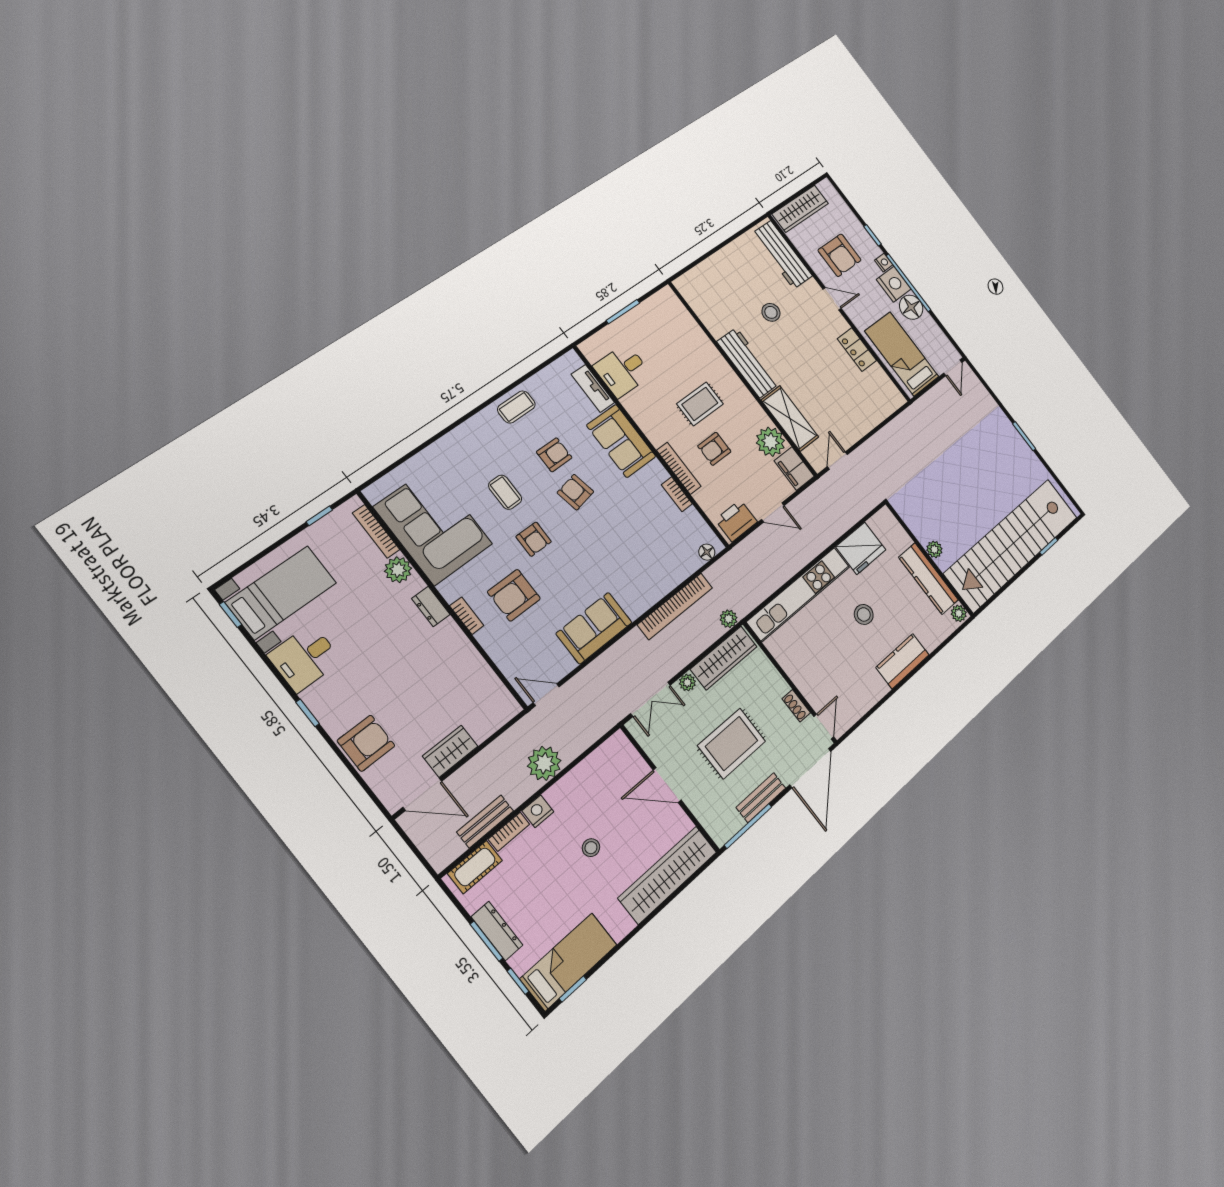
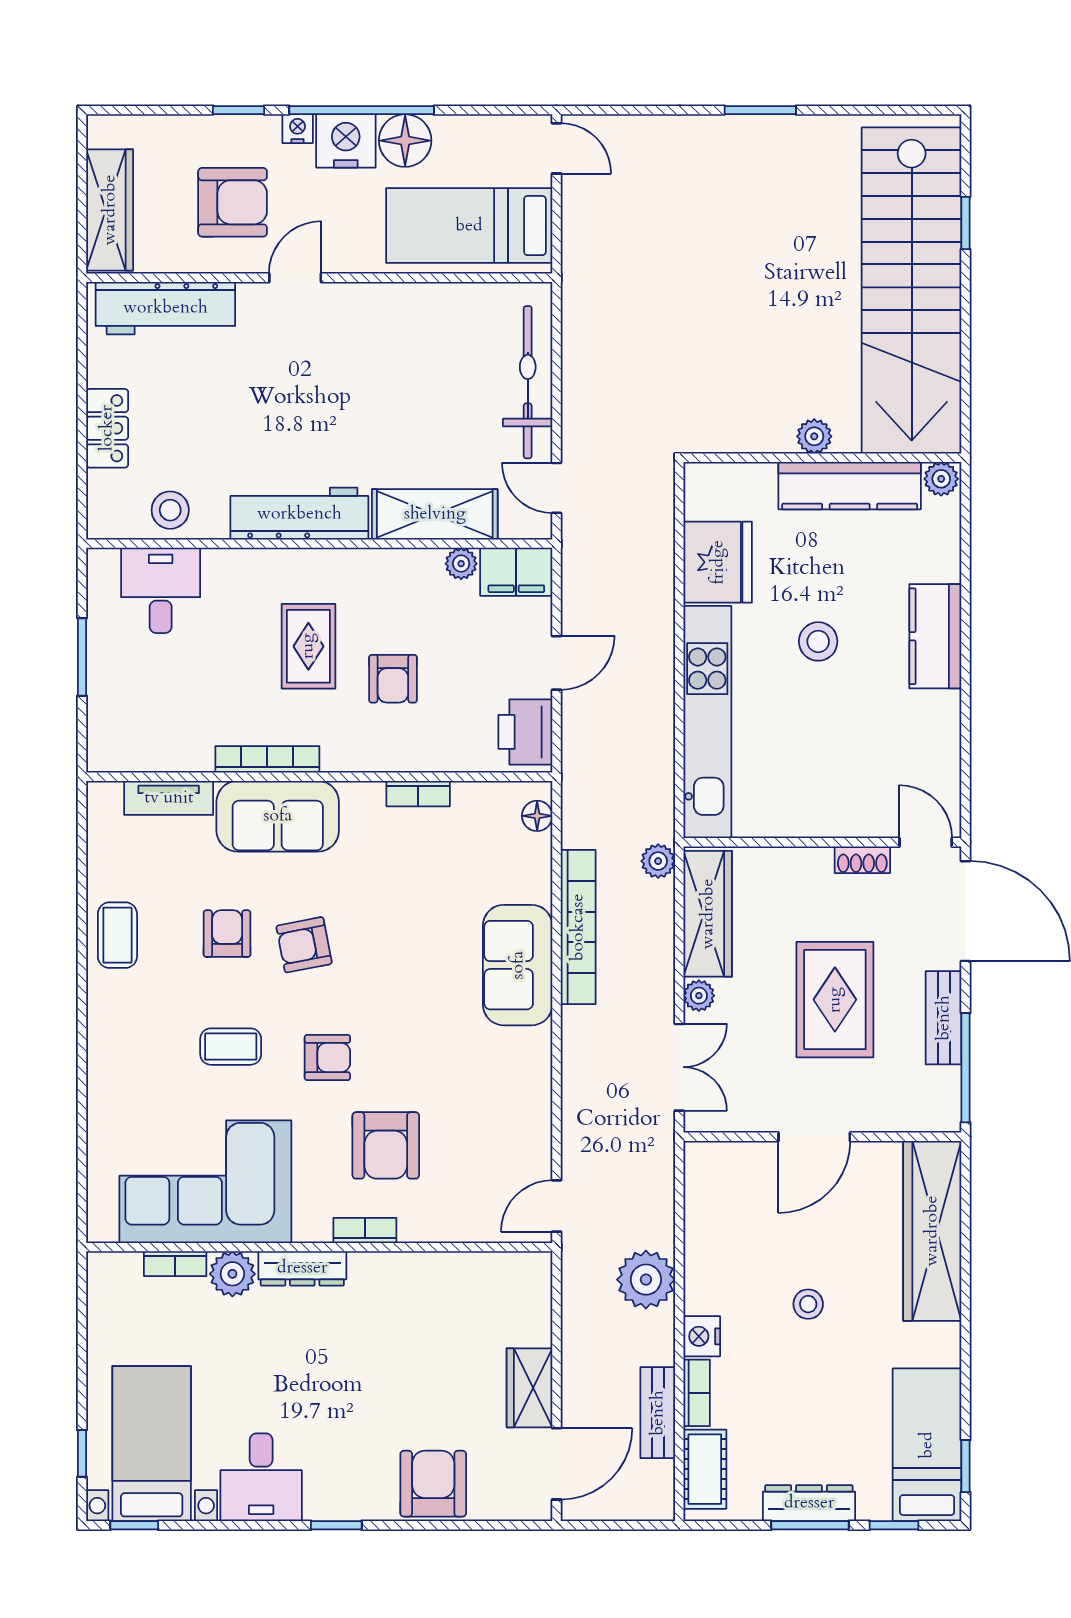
stool: (771, 312) -> (170, 510), moved
locker: (857, 350) -> (107, 428), moved, turned -90
desk: (622, 370) -> (161, 590), moved, turned 180
bicycle: (866, 419) -> (528, 382), added
plant: (770, 442) -> (461, 564), width x0.53, depth x0.53
bookcase: (679, 468) -> (267, 759), moved
window: (319, 516) -> (82, 1453), moved
bookcase: (376, 531) -> (175, 1264), width x0.64
dresser: (431, 606) -> (302, 1268), width x1.44
sofa: (594, 628) -> (518, 965), moved

